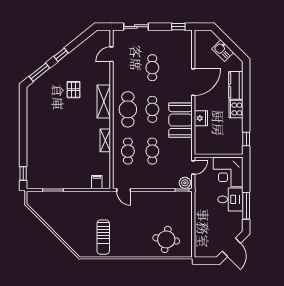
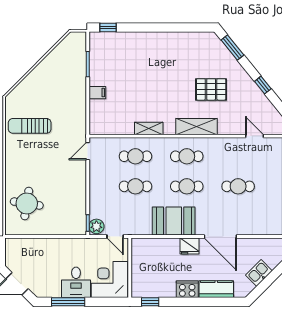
window: (61, 55) -> (263, 85), moved
pallet: (74, 90) -> (211, 89), width x1.50, depth x1.42
cafe table: (128, 109) -> (187, 156), width x0.73, depth x0.74
fridge: (201, 118) -> (189, 246), moved
filing cabinet: (97, 182) -> (97, 93), moved

